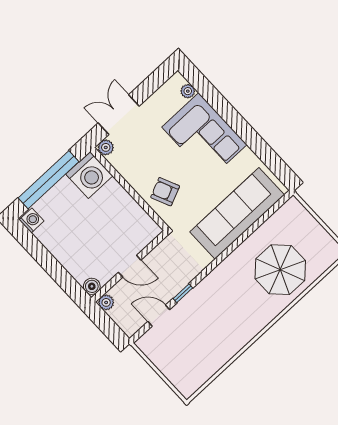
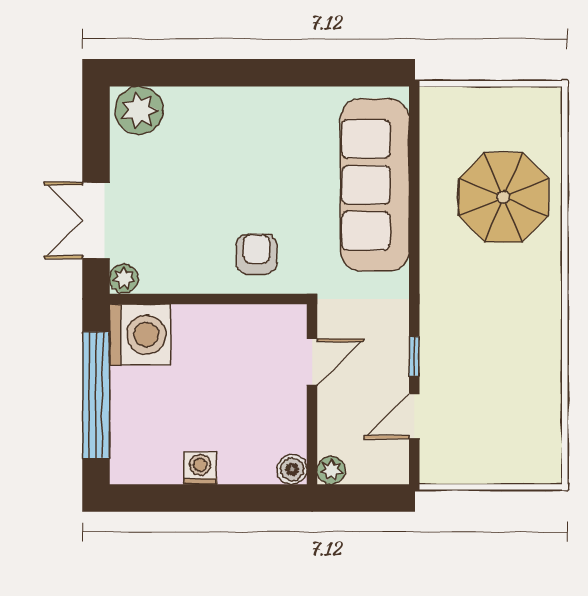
plant: (188, 91) -> (139, 110), width x1.88, depth x1.88
corner sofa: (204, 136) -> (231, 133), removed
armchair: (165, 192) -> (257, 254), turned 114
washing machine: (31, 220) -> (200, 468), moved
door: (130, 266) -> (312, 362), moved

